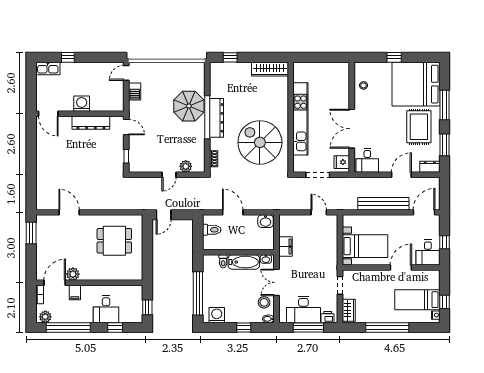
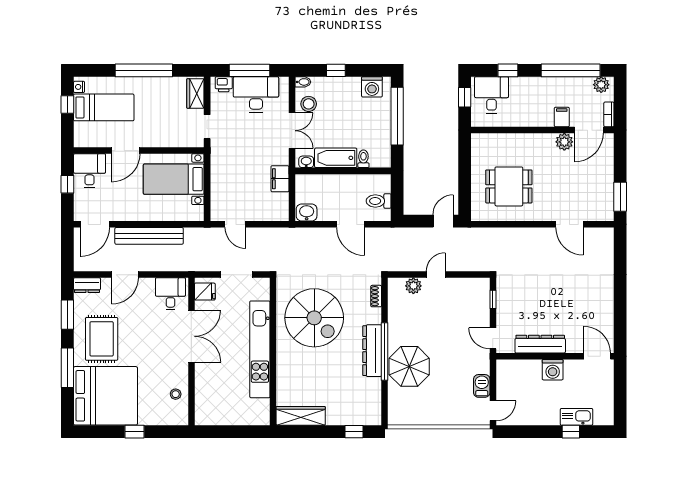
kitchen sink: (48, 68) -> (577, 417), moved
desk: (106, 309) -> (492, 95), moved

